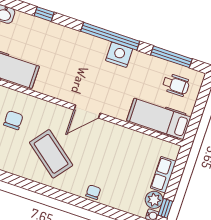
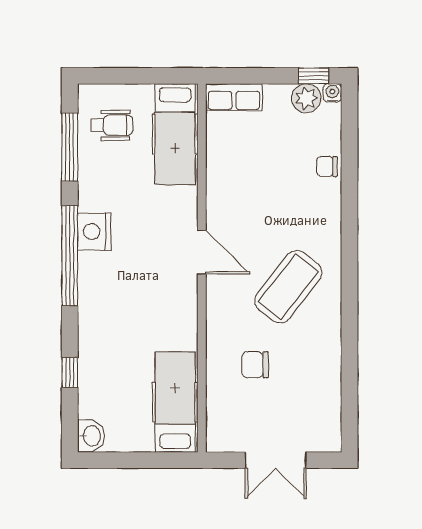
wheelchair: (176, 85) -> (112, 125), turned 90
row of seats: (163, 175) -> (234, 97), moved
chair: (93, 192) -> (327, 167), moved

